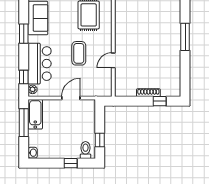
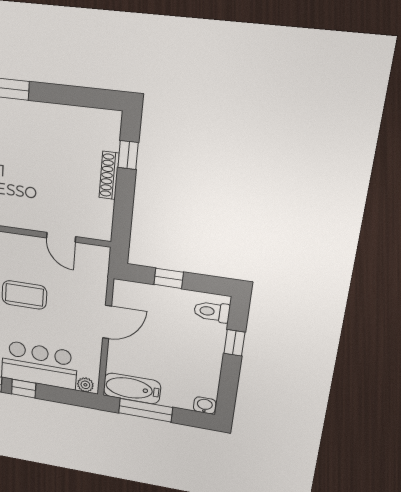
door: (113, 60) -> (61, 237), moved
window: (24, 77) -> (24, 389), moved
door: (71, 98) -> (107, 322), swing flipped
window: (100, 140) -> (169, 278), moved

